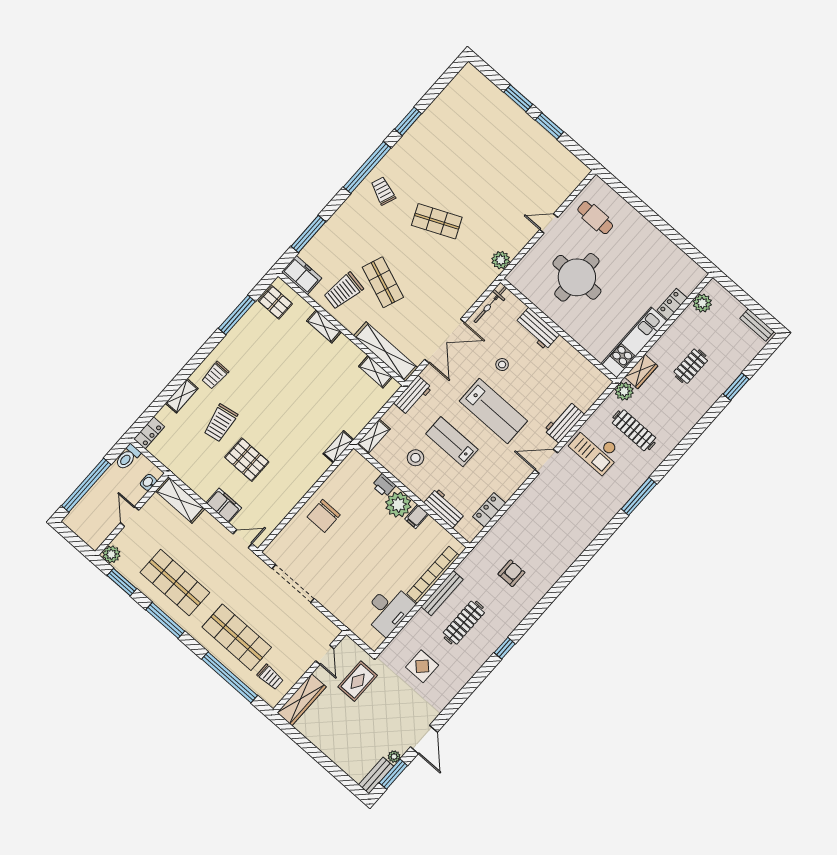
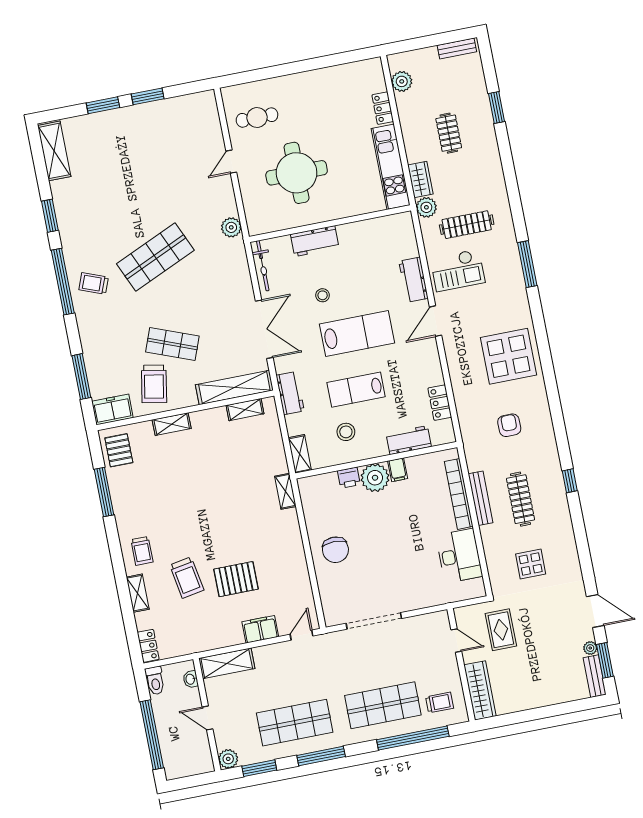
shelving: (458, 88) -> (54, 151), added
shop shelf: (437, 221) -> (155, 257), width x1.43, depth x1.36
pallet: (275, 302) -> (119, 450), turned 90
display table: (561, 534) -> (508, 356), added

